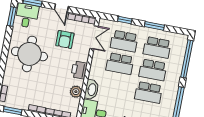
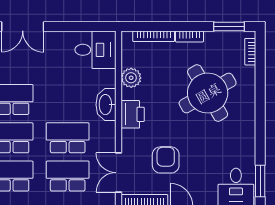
round table: (29, 54) -> (208, 93), moved, turned -30
washbasin: (92, 90) -> (106, 105), moved

